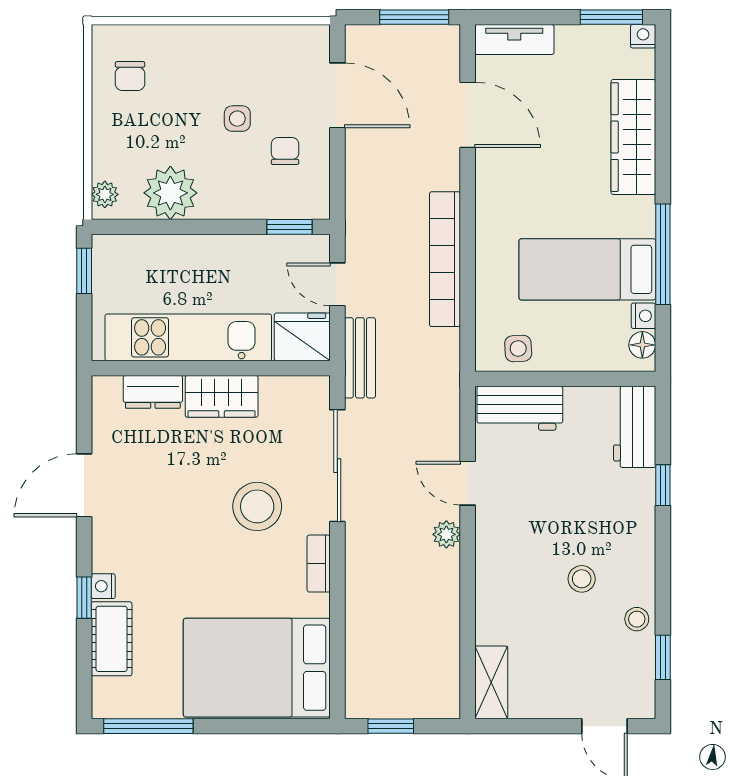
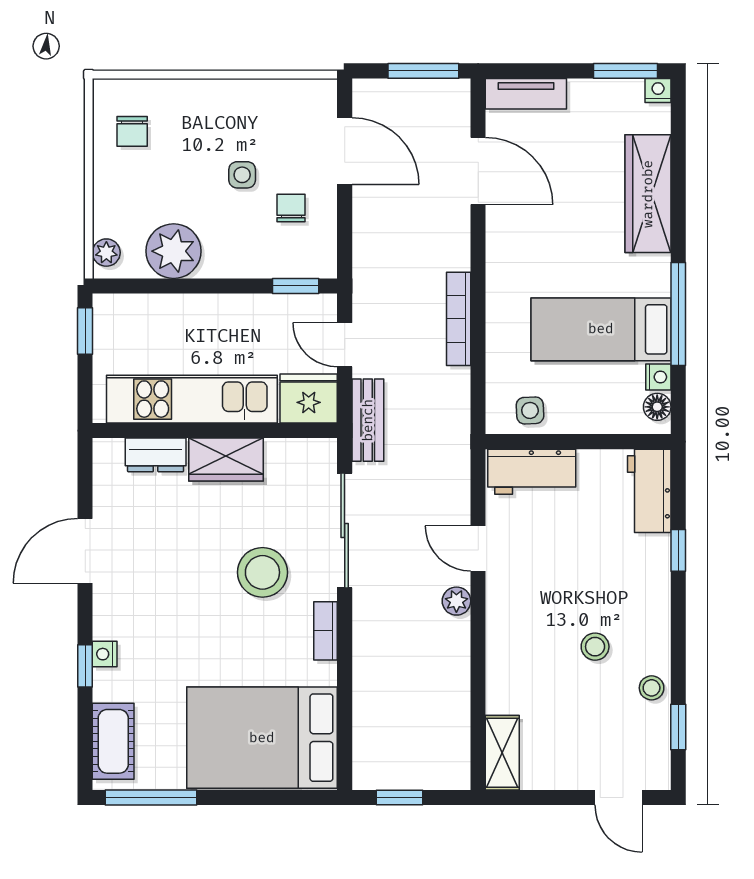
bookcase: (445, 259) -> (459, 319), width x0.68, depth x0.76
cot: (112, 639) -> (113, 741), moved

